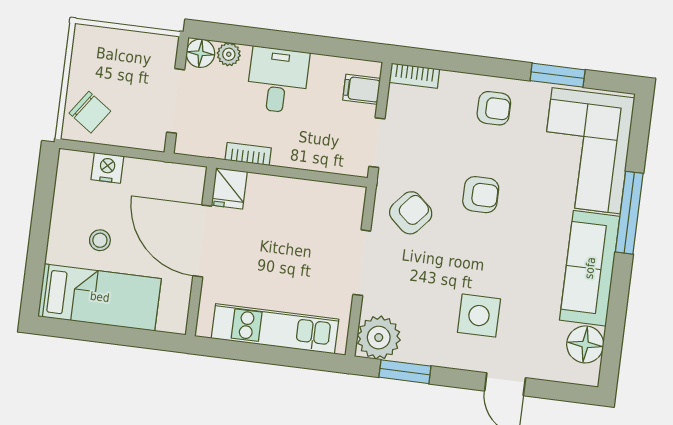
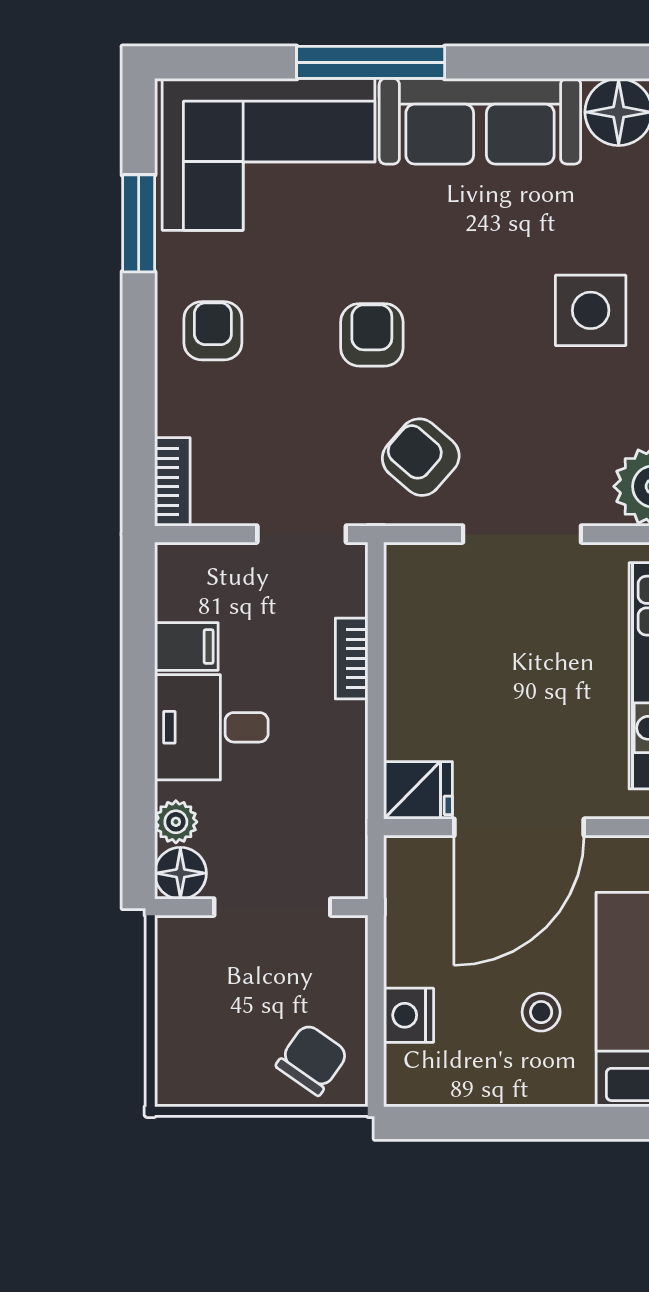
filing cabinet: (362, 89) -> (186, 647), moved, turned -90
bookcase: (248, 154) -> (352, 659), moved

